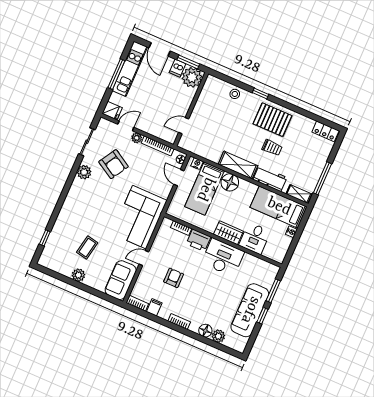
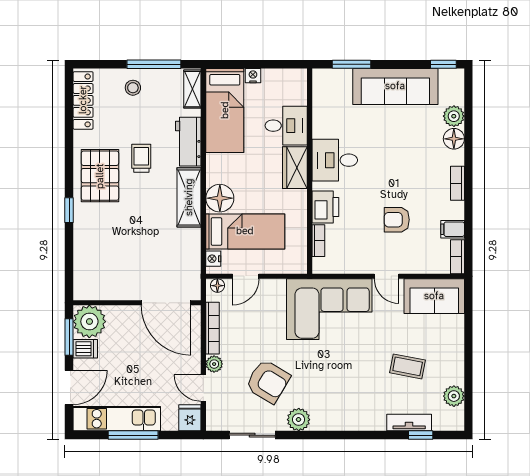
stool: (235, 94) -> (133, 88), moved
door: (184, 126) -> (166, 303), width x1.88
locker: (325, 131) -> (83, 100), width x1.53
armchair: (114, 164) -> (268, 381), turned 90
tv unit: (55, 234) -> (409, 423), added
desk: (223, 257) -> (335, 160), width x0.73
plant: (78, 275) -> (454, 396), moved
window: (262, 316) -> (443, 64), moved

